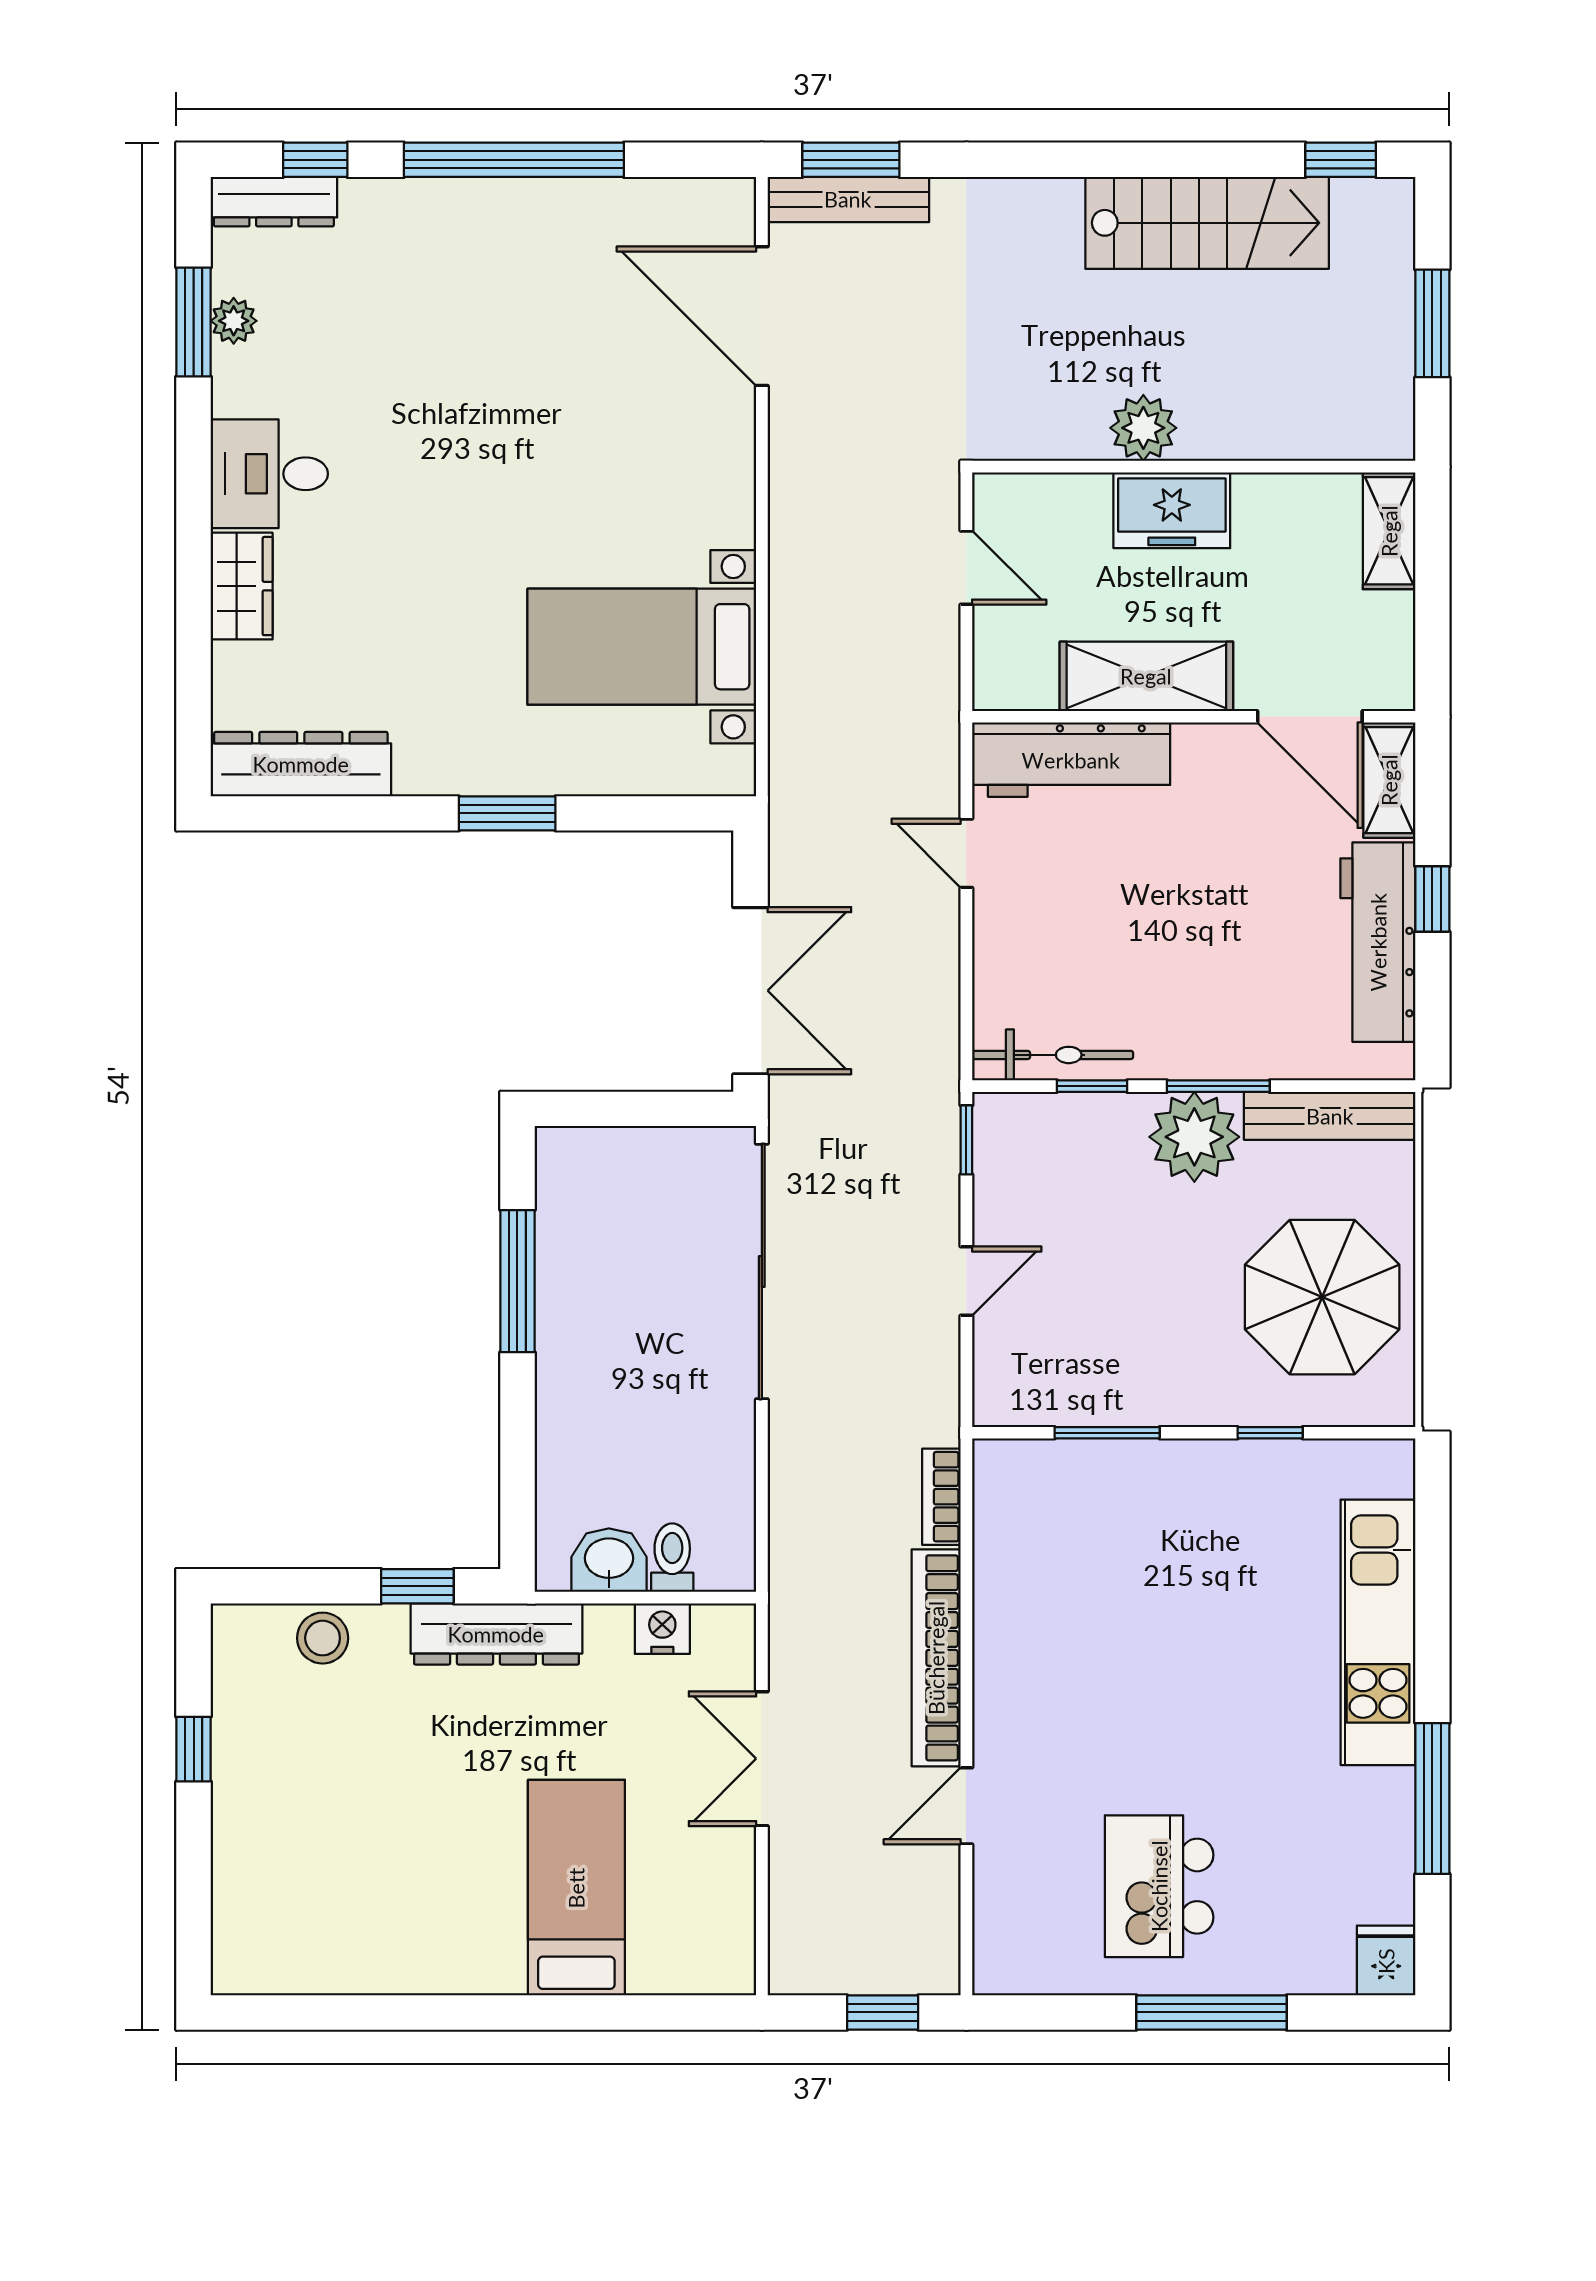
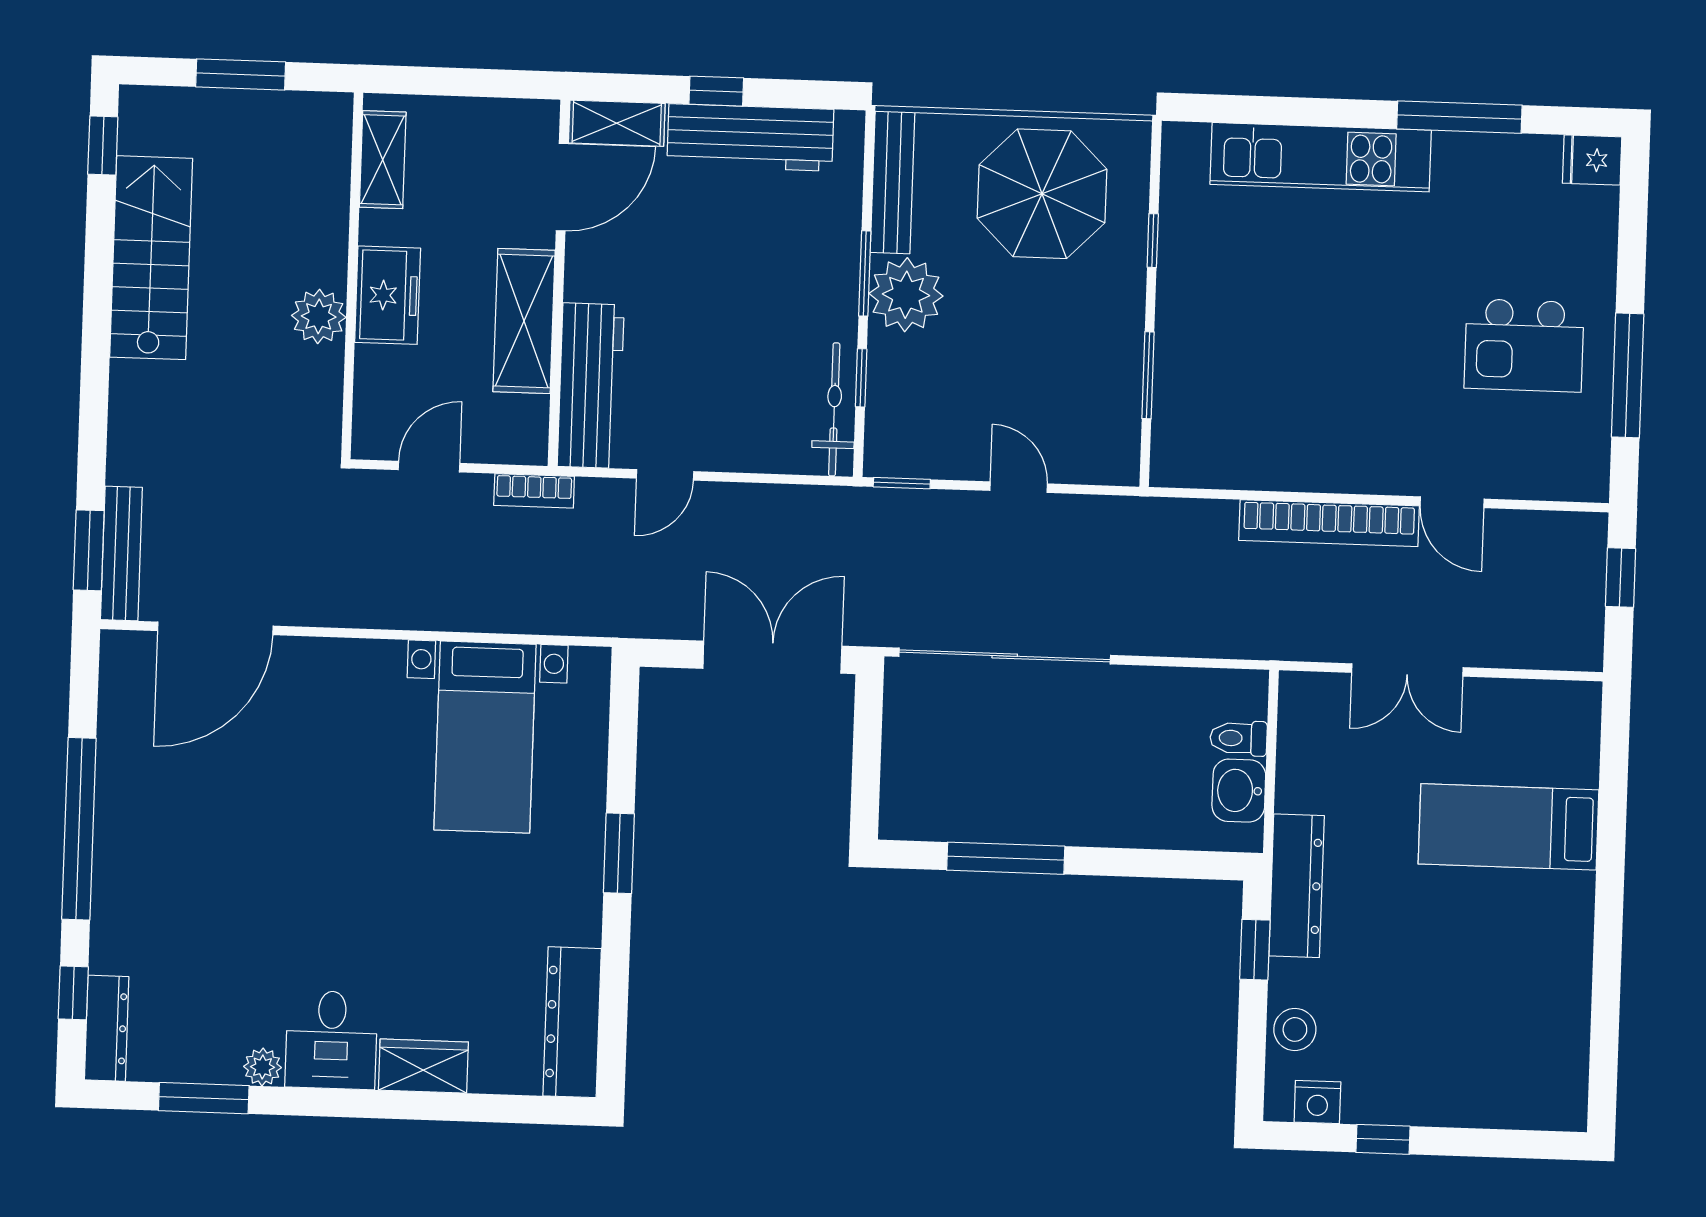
plant: (234, 321) -> (263, 1067), moved
shelving: (1389, 531) -> (383, 160), moved, turned 90
bookcase: (941, 1497) -> (534, 491), moved
nightstand: (662, 1629) -> (1317, 1102), moved, turned -90
window: (1211, 2012) -> (1628, 375), moved

